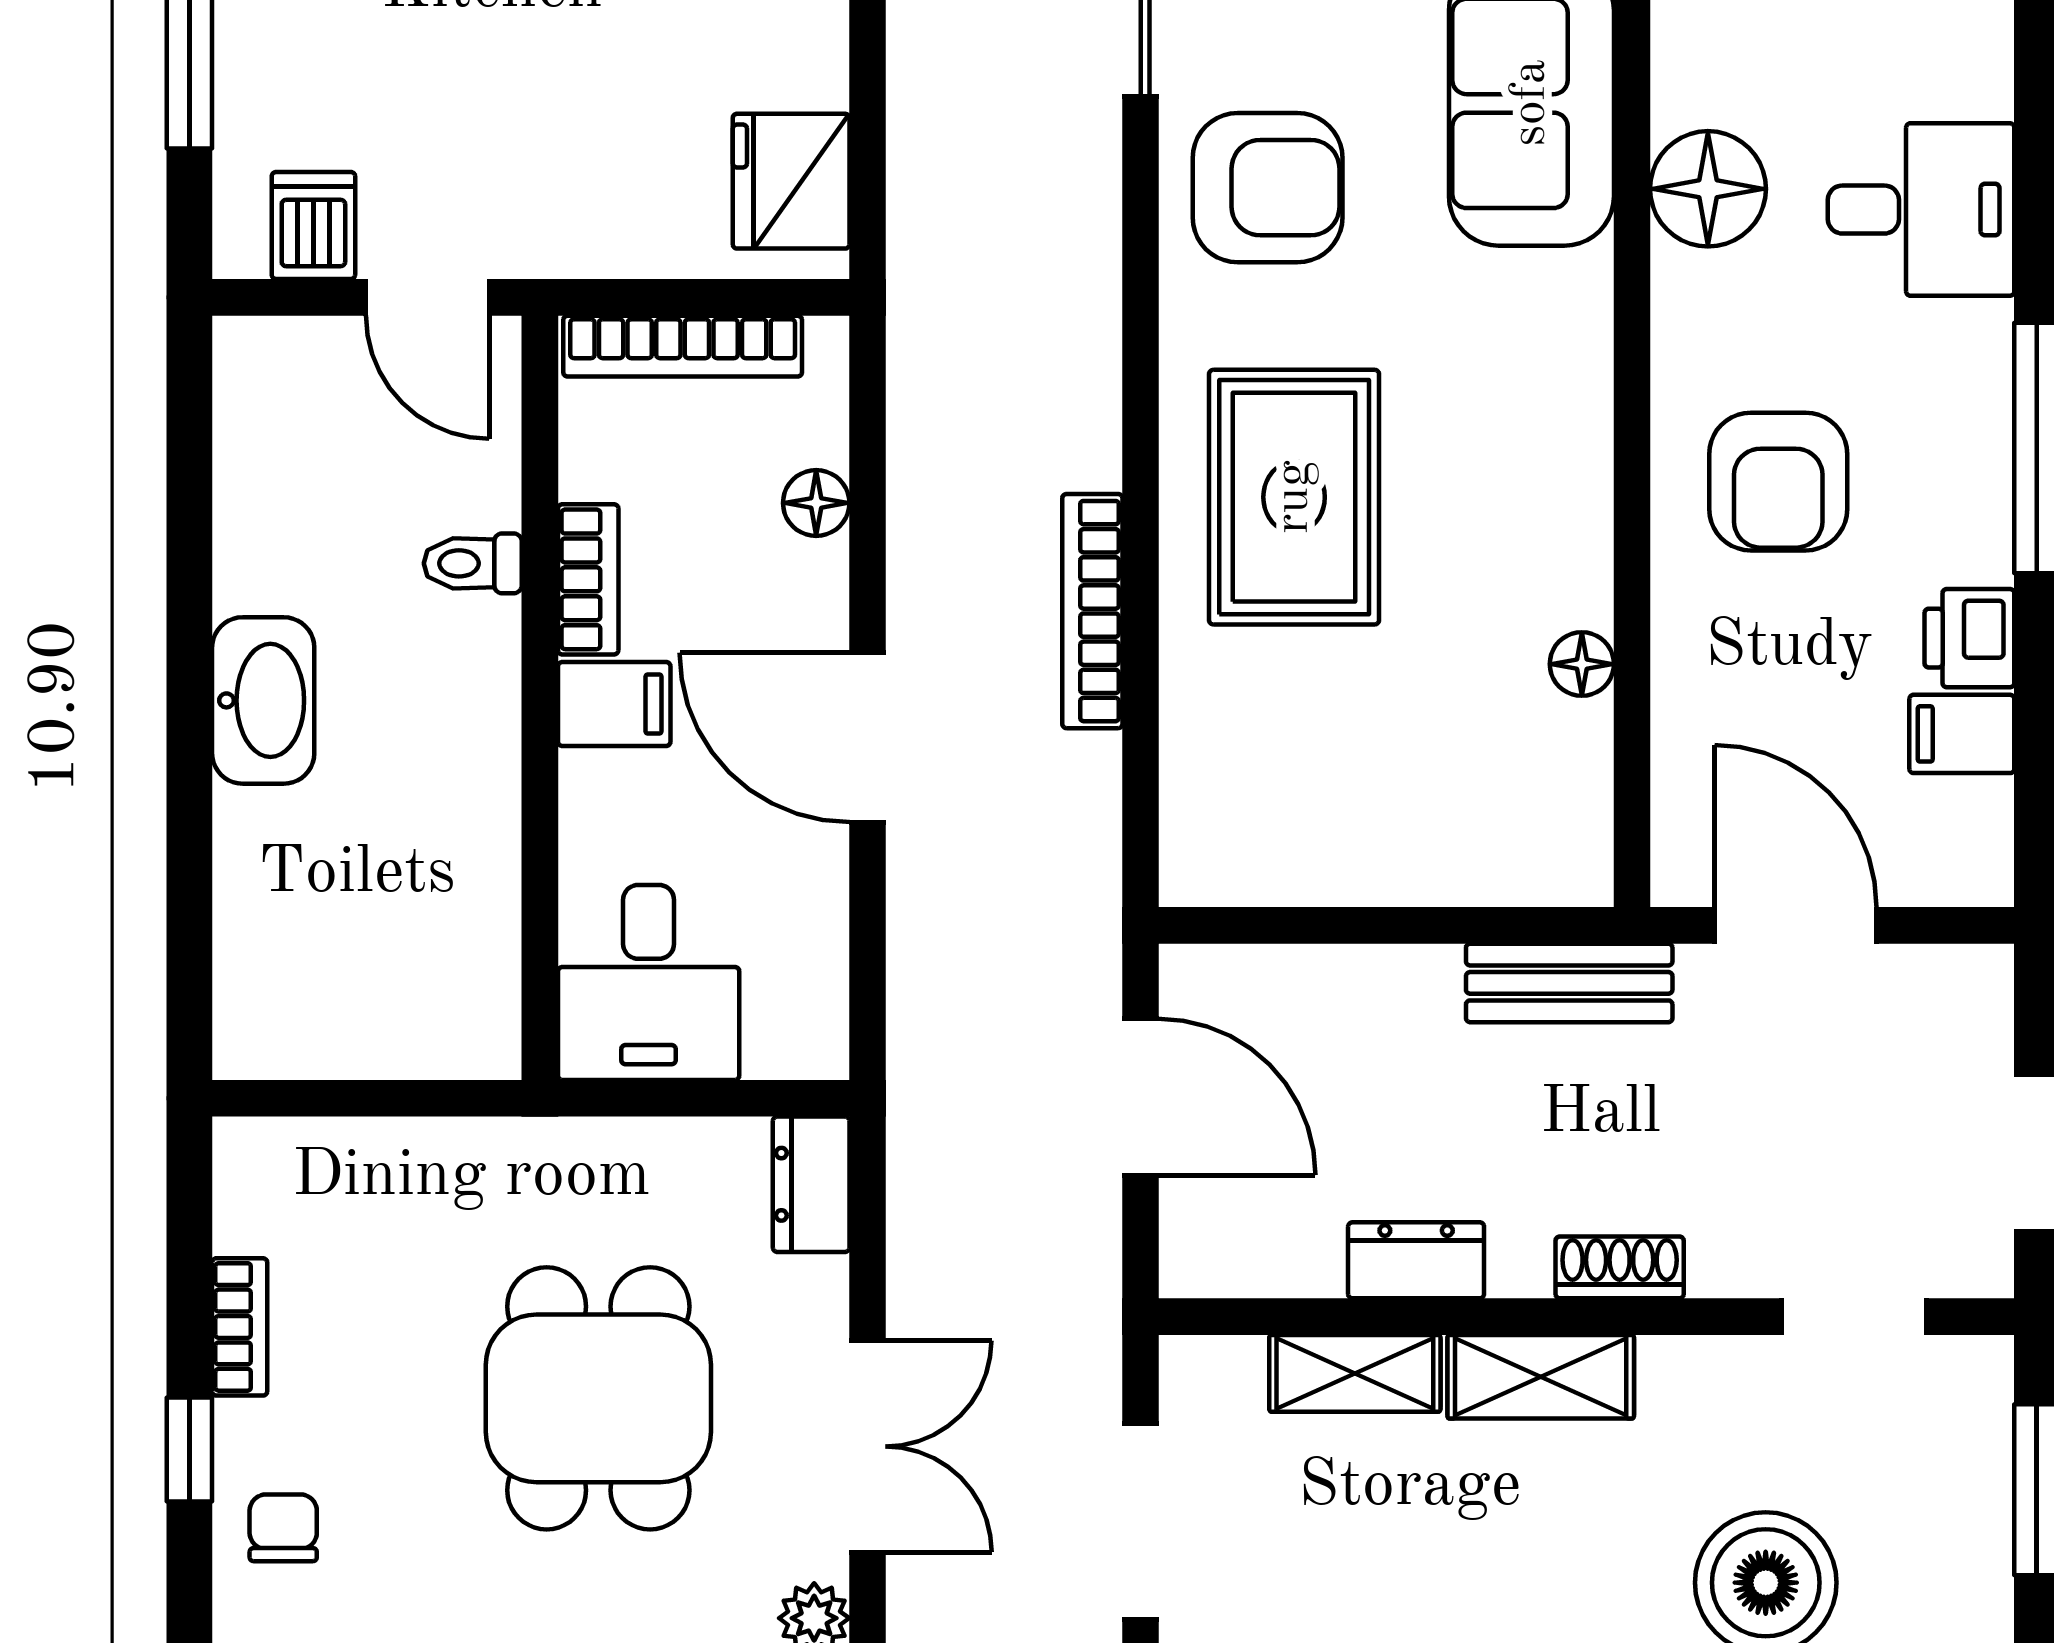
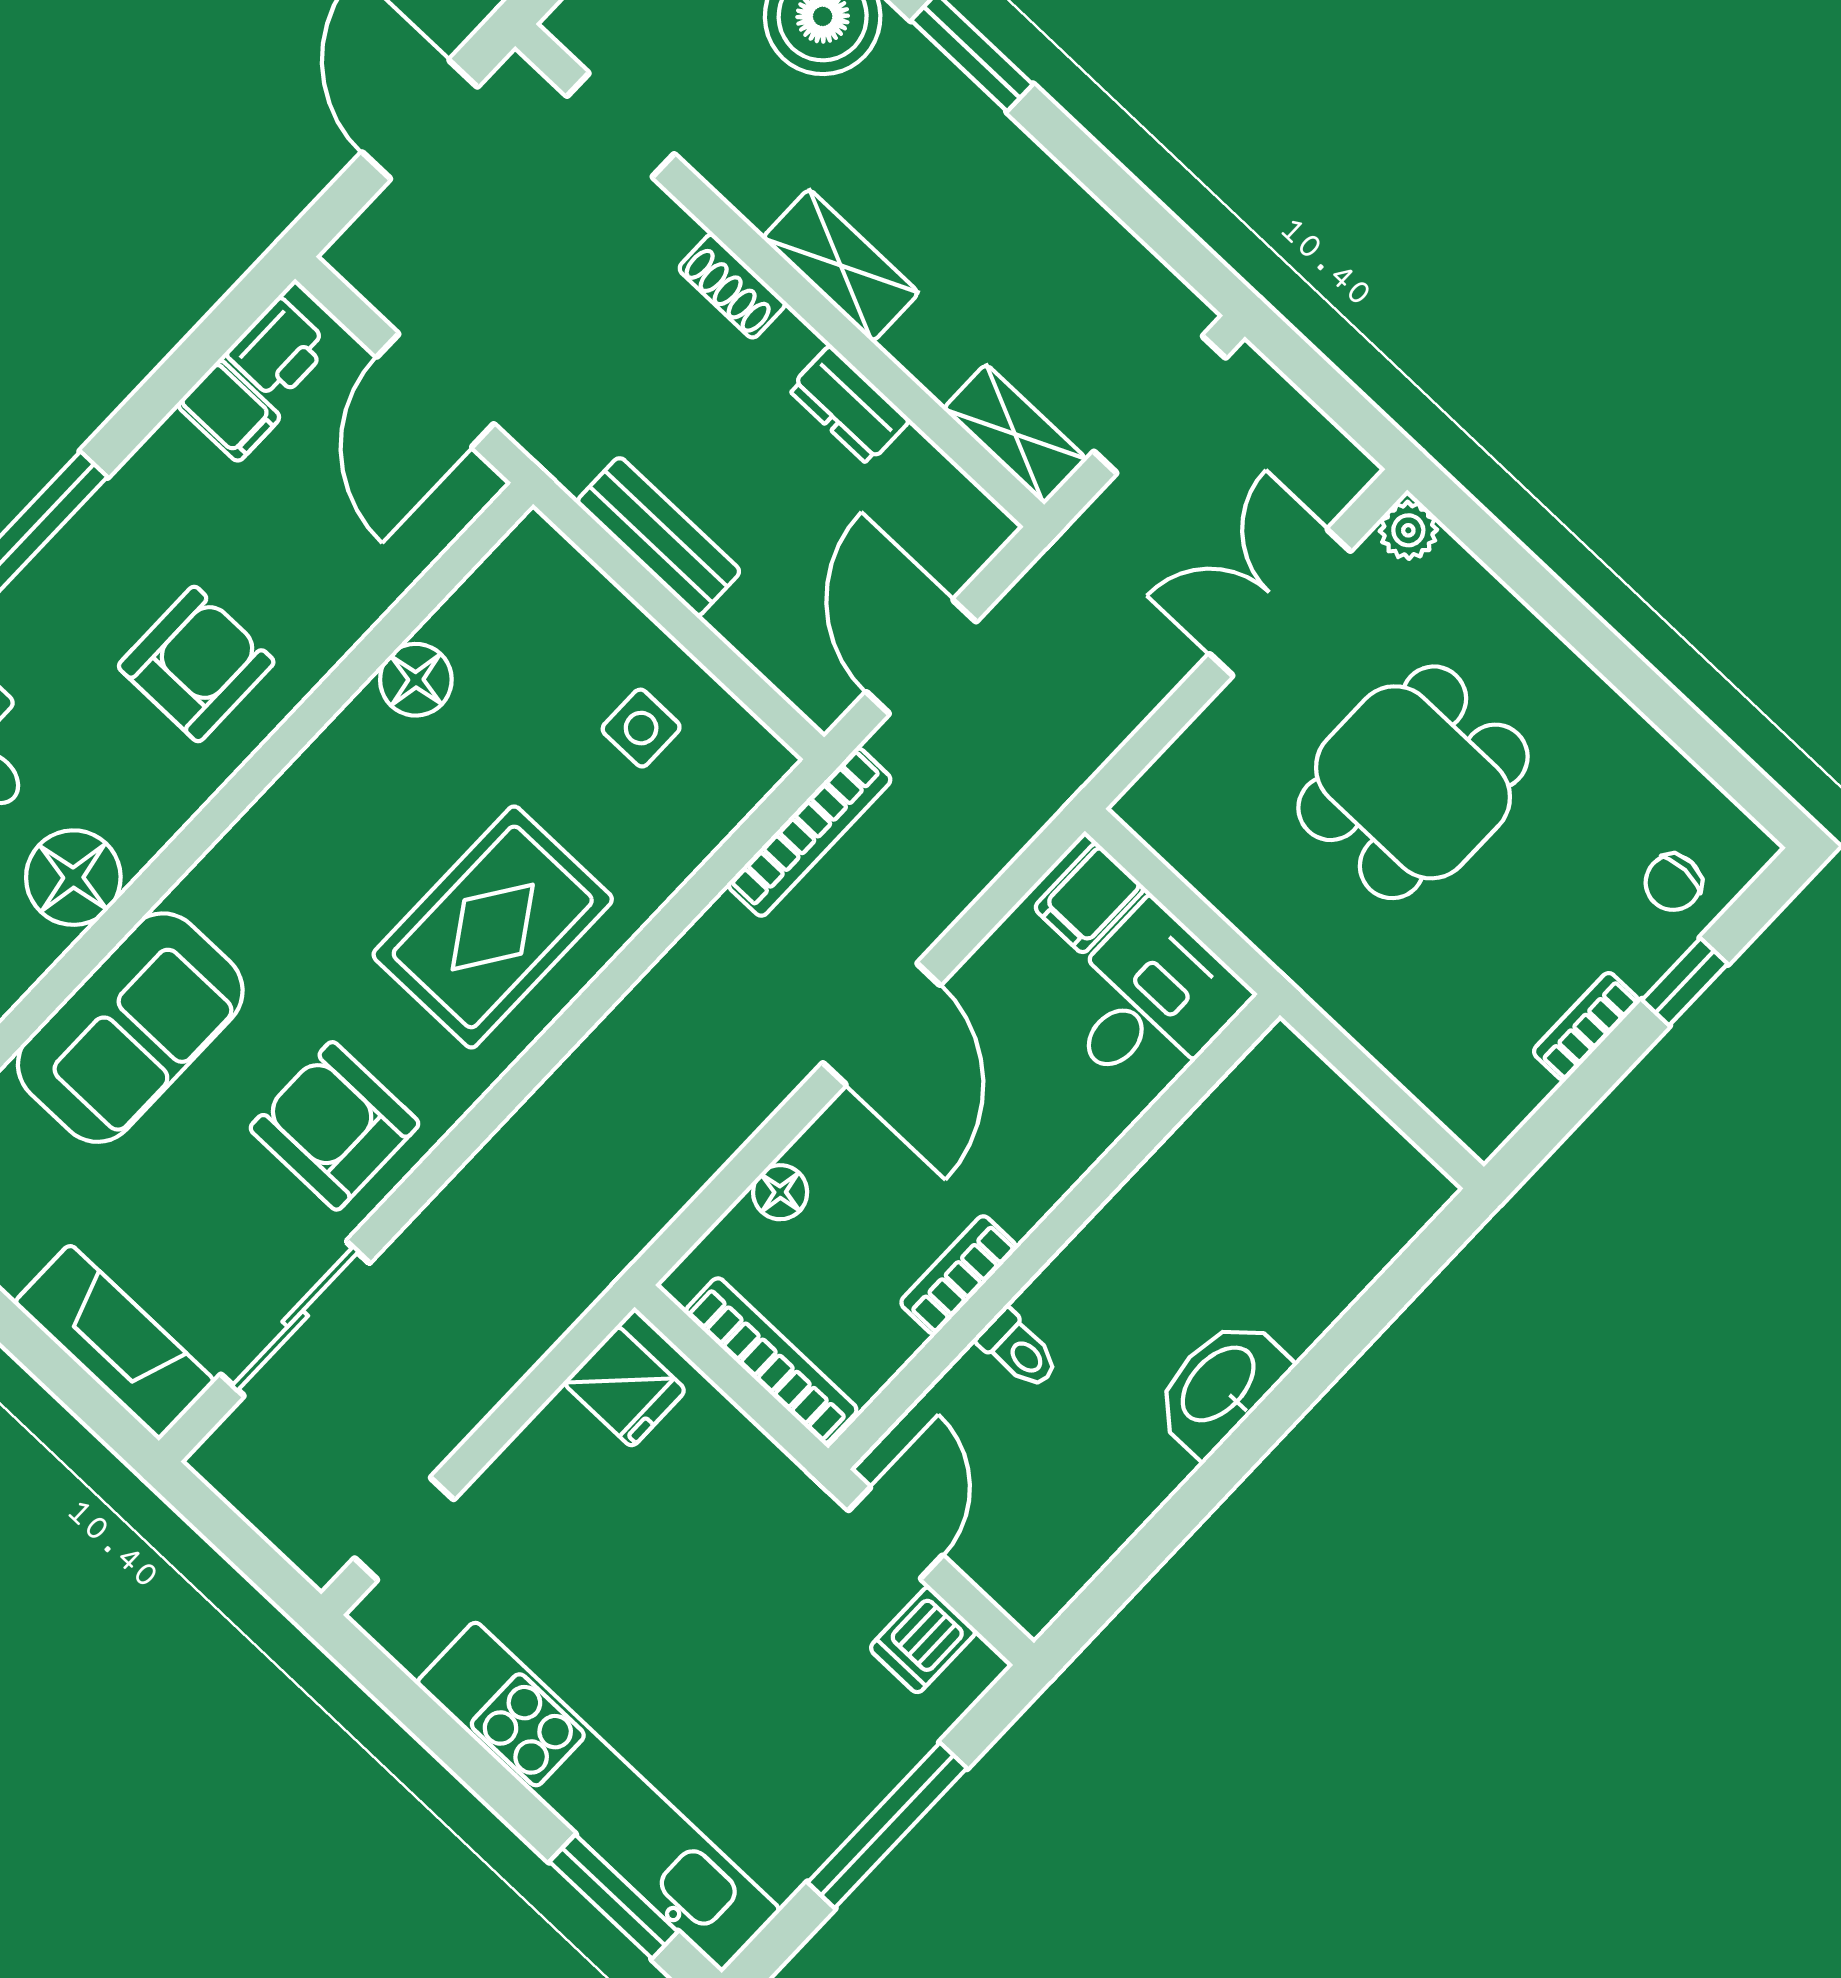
fridge: (791, 181) -> (625, 1386), width x0.72
bookcase: (1092, 611) -> (810, 832), moved
printer: (1969, 638) -> (278, 350), moved
floor lamp: (1582, 664) -> (416, 680), width x1.37, depth x1.37
filing cabinet: (614, 704) -> (1089, 898), moved, turned -90
side table: (1329, 798) -> (641, 728), added
bench: (1569, 983) -> (658, 537), moved
dresser: (811, 1184) -> (1166, 790), removed
shelving: (1355, 1373) -> (1015, 434), moved

